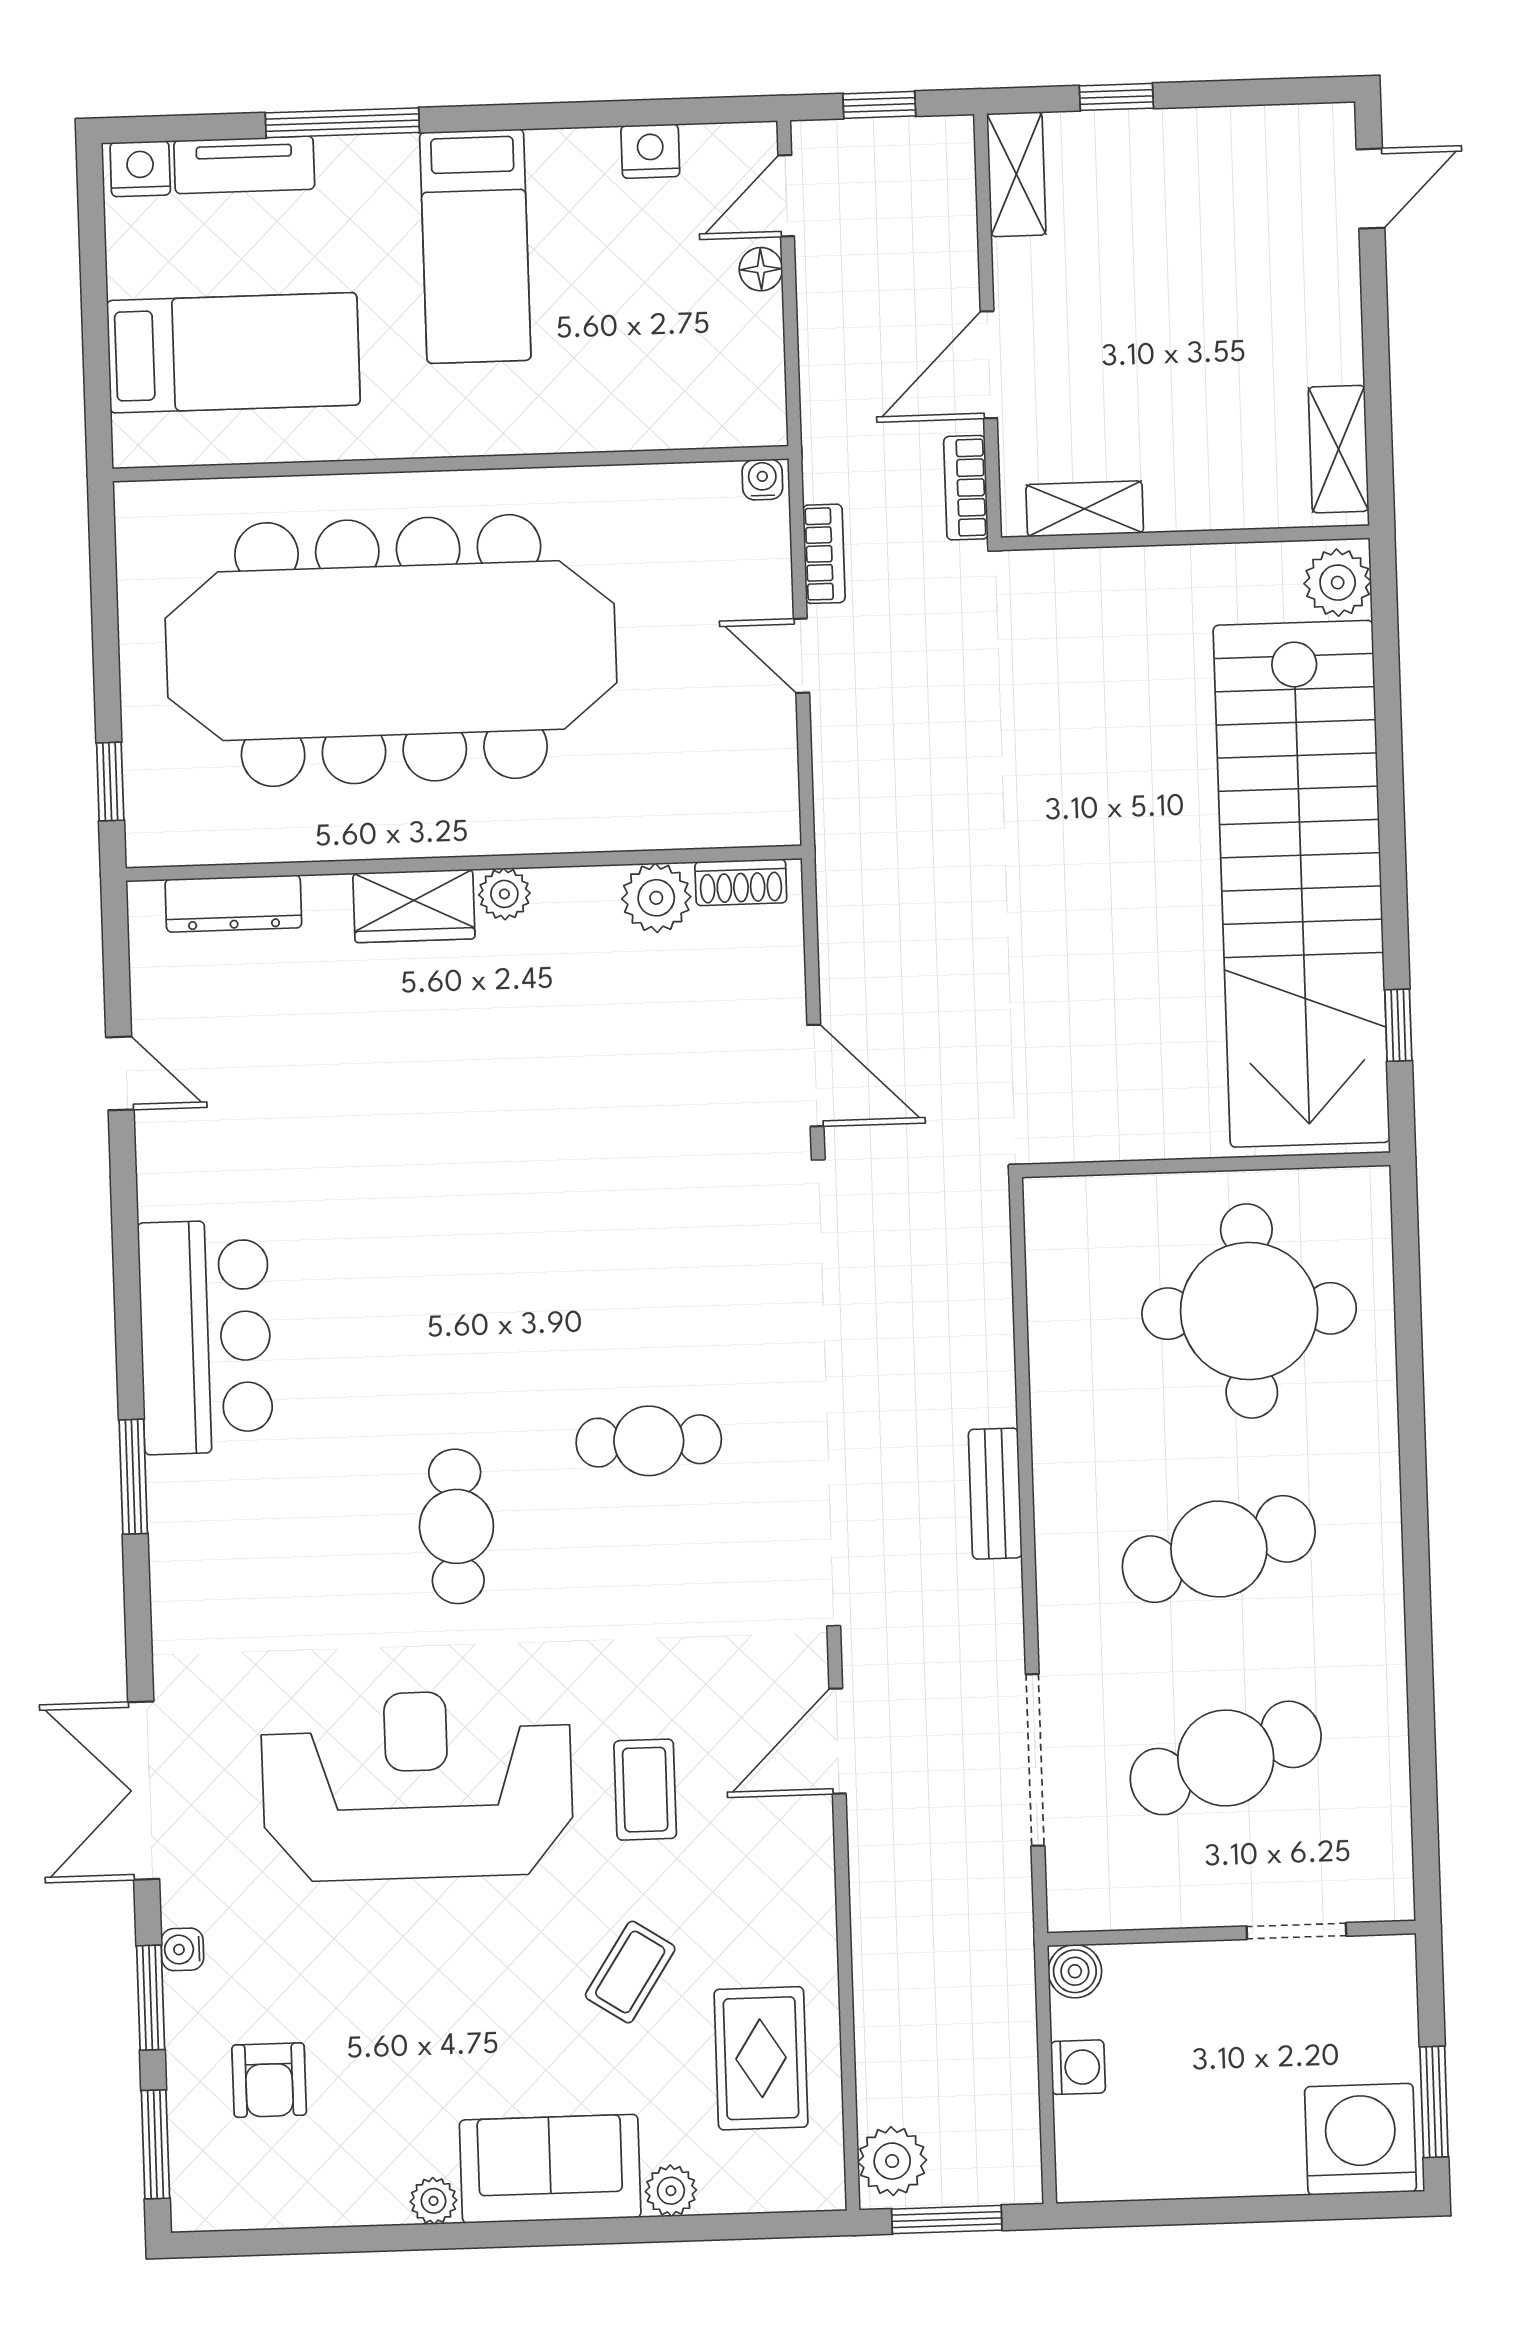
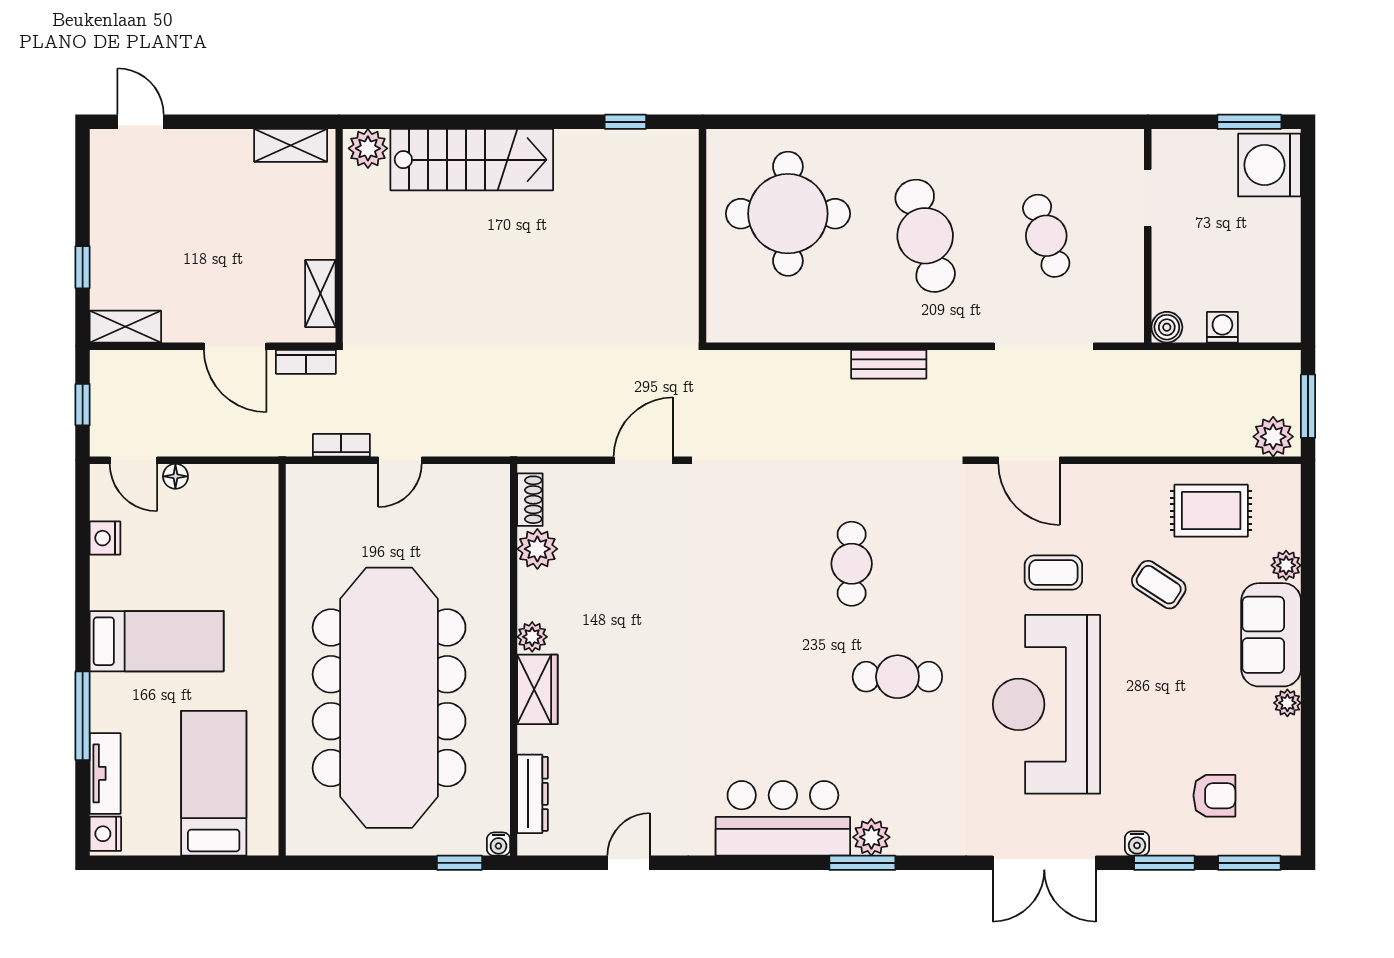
water cooler: (762, 480) -> (498, 844), moved, turned -90
stairs: (1301, 884) -> (472, 160), width x0.54, depth x0.66
plant: (178, 1491) -> (871, 837), added
cafe table: (1226, 1758) -> (1046, 236), width x0.73, depth x0.74

